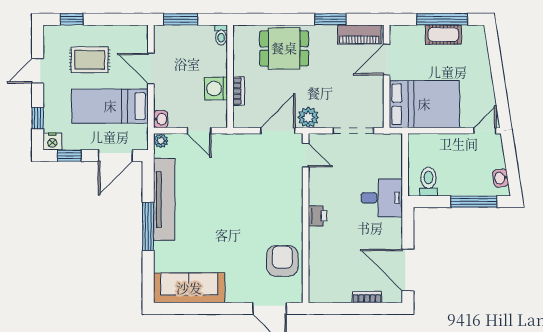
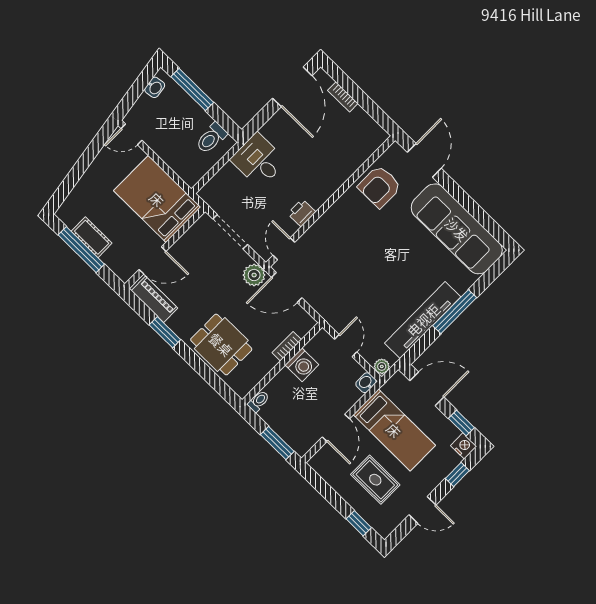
printer: (318, 216) -> (302, 213), moved
sofa: (189, 288) -> (457, 229), width x1.36, depth x1.27

